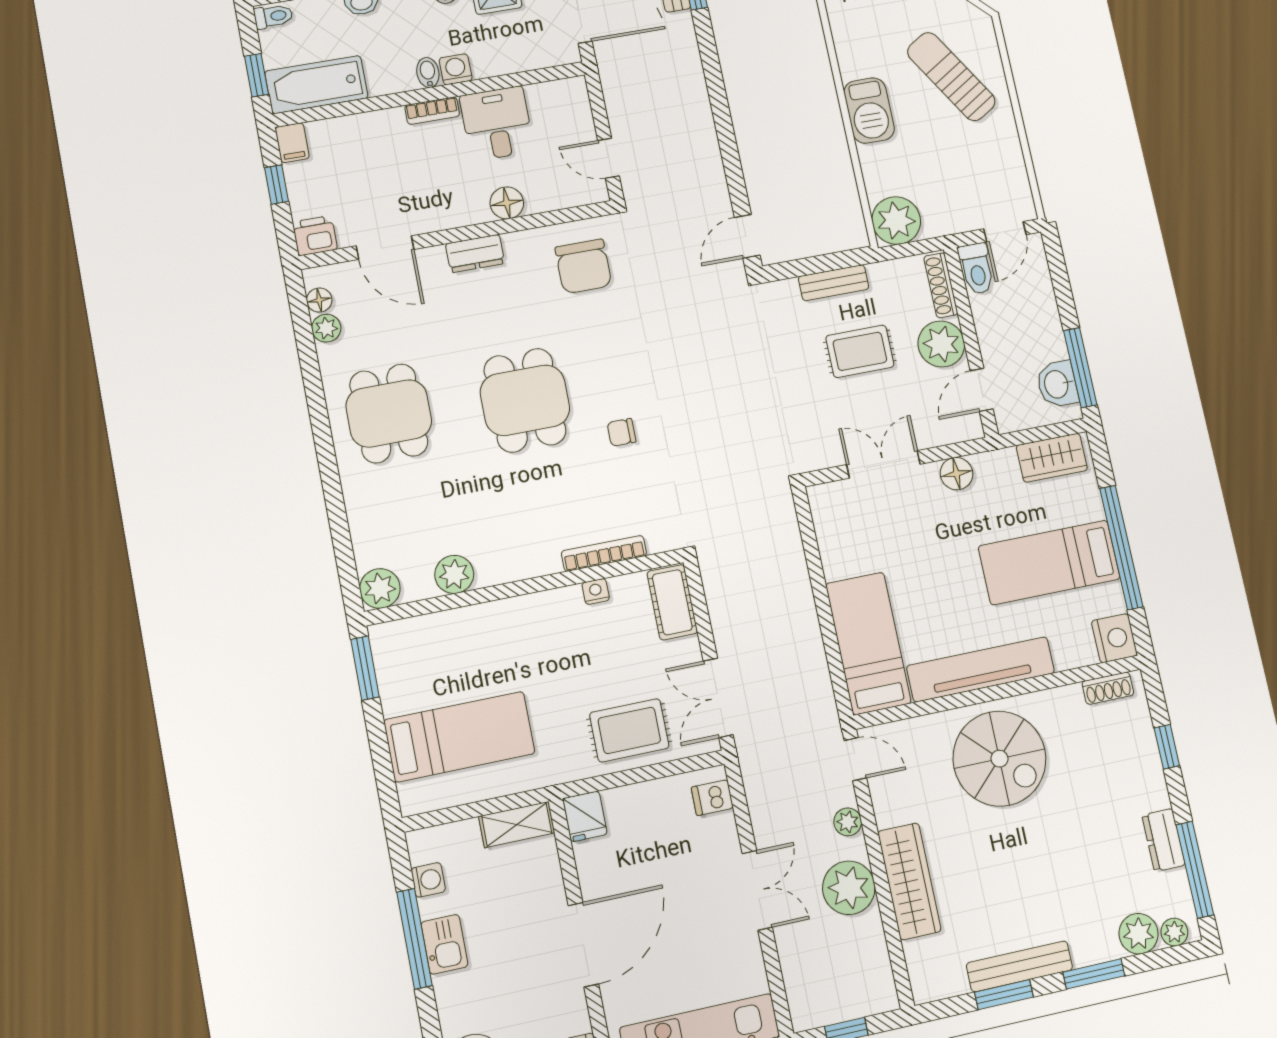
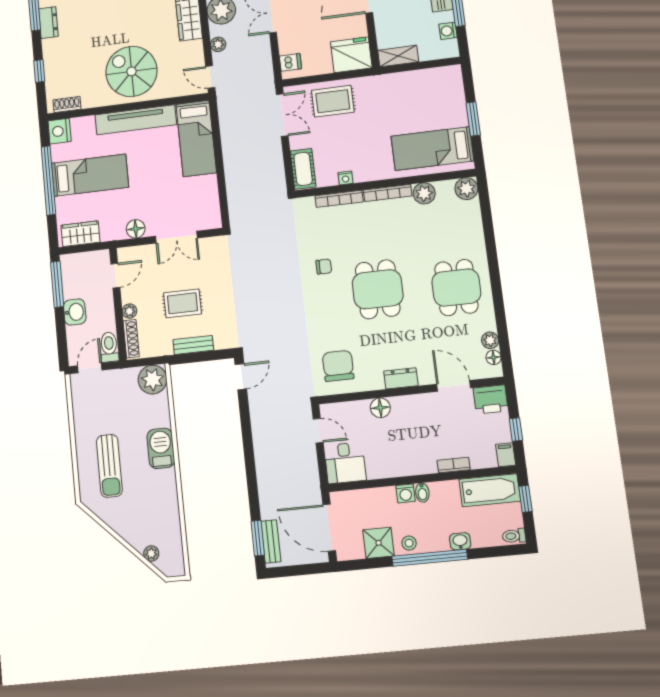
sun lounger: (951, 77) -> (109, 466), turned 32
bookcase: (432, 111) -> (454, 465), moved
desk: (497, 124) -> (345, 461), moved
printer: (315, 236) -> (491, 399), width x1.36, depth x1.24
plant: (941, 344) -> (129, 311), width x0.53, depth x0.53
washbasin: (1057, 384) -> (75, 312), moved
bookcase: (519, 570) -> (388, 193), added
window: (365, 668) -> (473, 119), moved
bed: (459, 737) -> (432, 149), moved
fridge: (585, 816) -> (351, 55), width x1.88, depth x1.34

